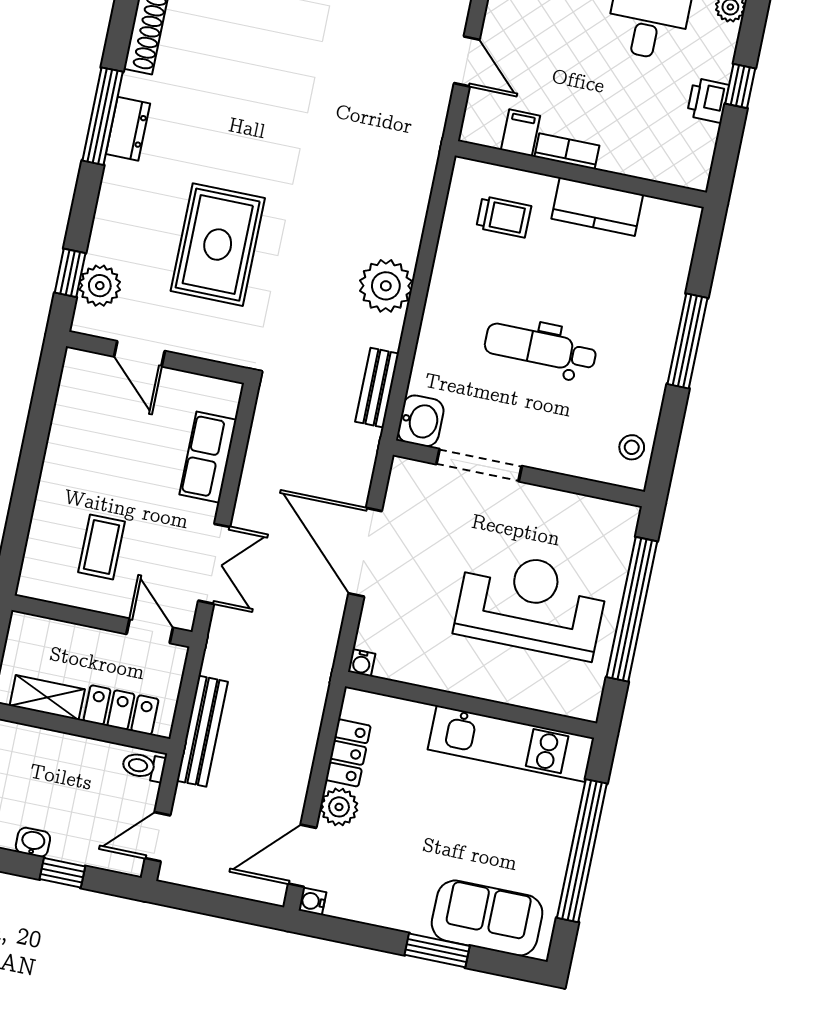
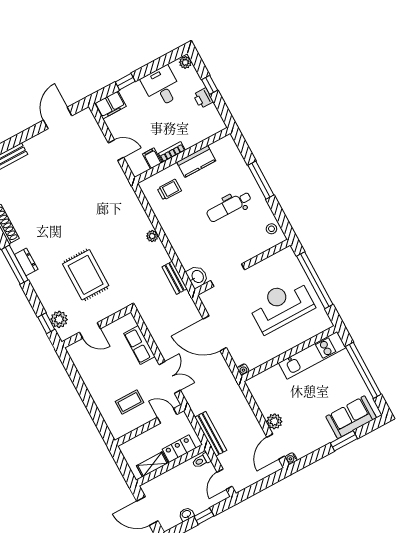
plant: (386, 286) -> (152, 236), width x0.53, depth x0.53
dental chair: (540, 348) -> (229, 207), moved
coffee table: (101, 547) -> (129, 402), turned 90
locker: (348, 753) -> (263, 402), removed

